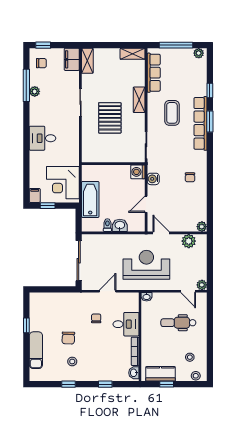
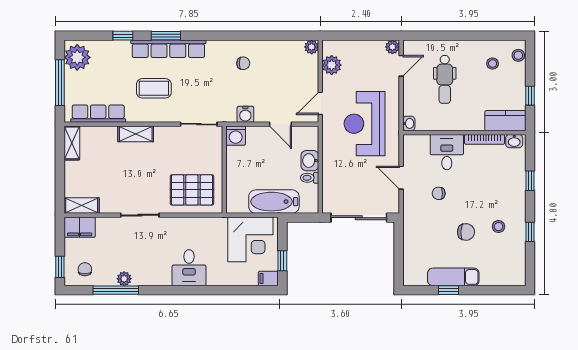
plant: (199, 53) -> (77, 57), width x1.88, depth x1.88
pallet: (110, 118) -> (192, 190), moved
exam couch: (36, 350) -> (453, 277), moved
kitchen counter: (161, 374) -> (505, 121), moved, turned 90

